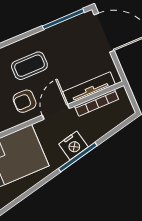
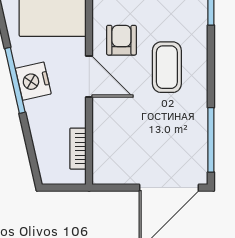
tv unit: (89, 88) -> (102, 135), removed
bookcase: (97, 103) -> (78, 149), width x0.64

